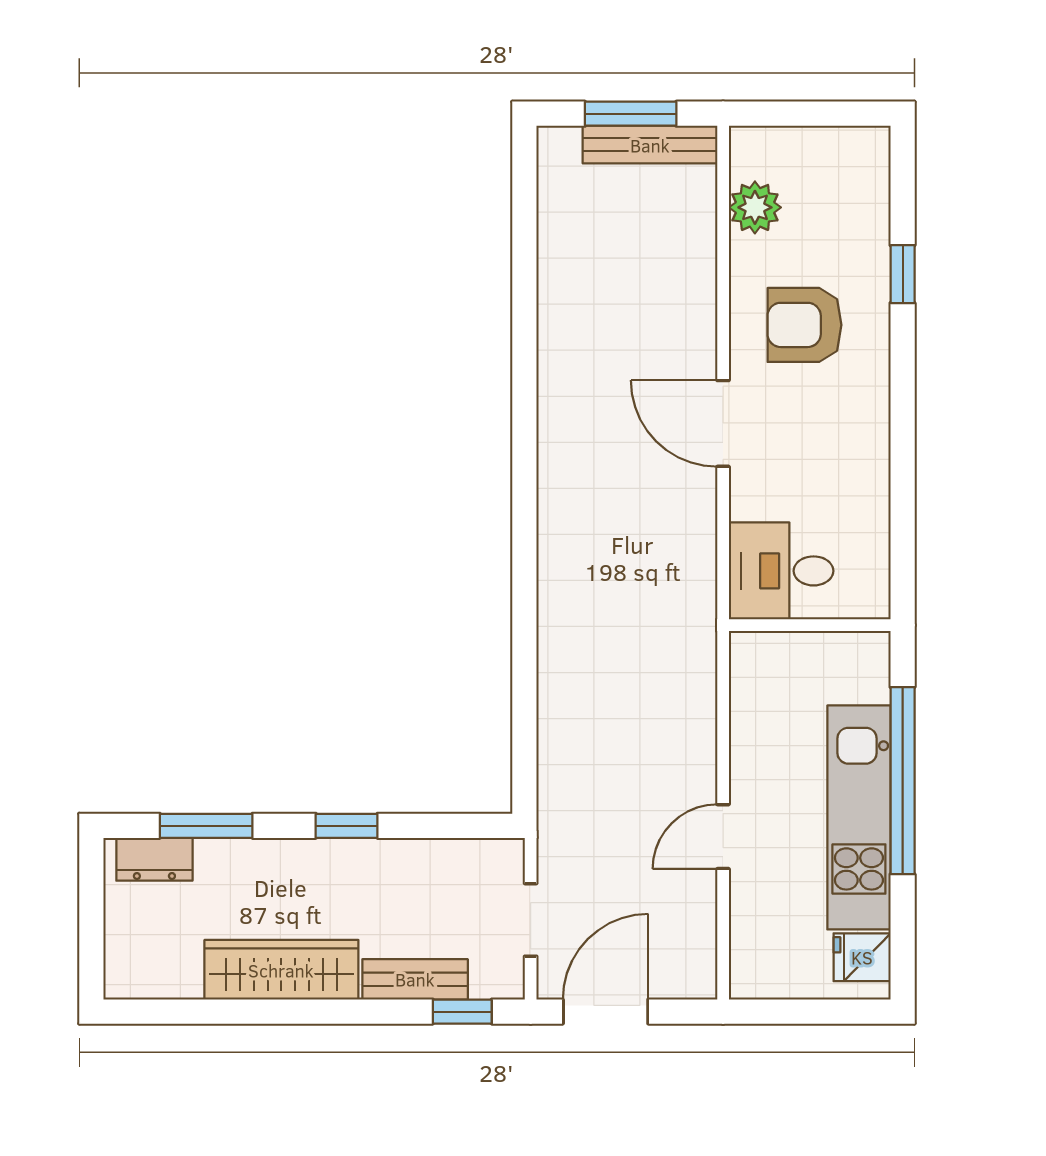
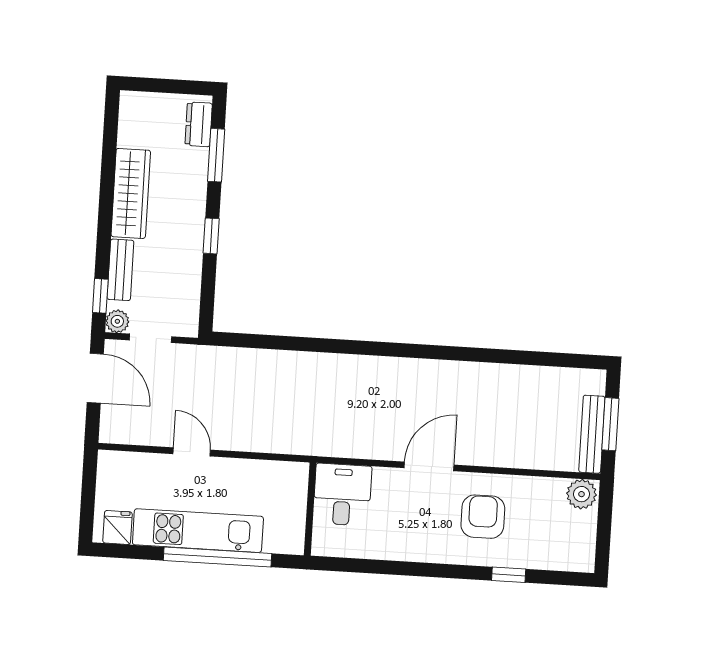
plant: (755, 207) -> (581, 494), moved
plant: (505, 979) -> (117, 321), added

